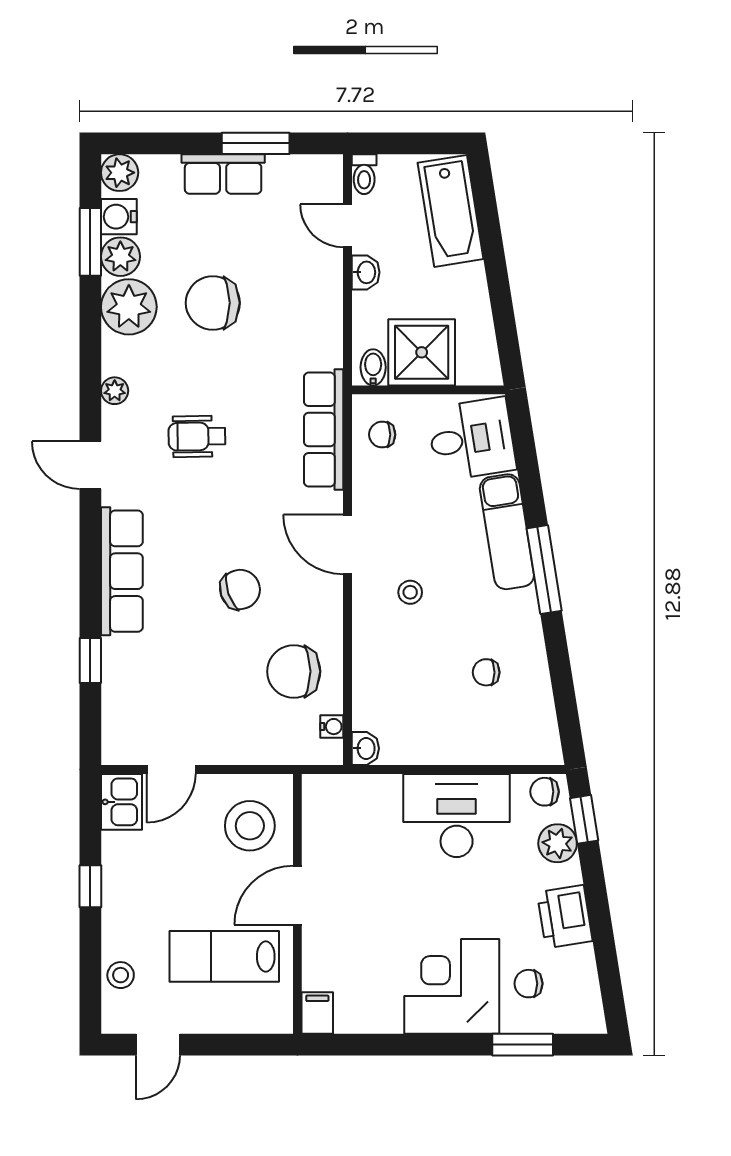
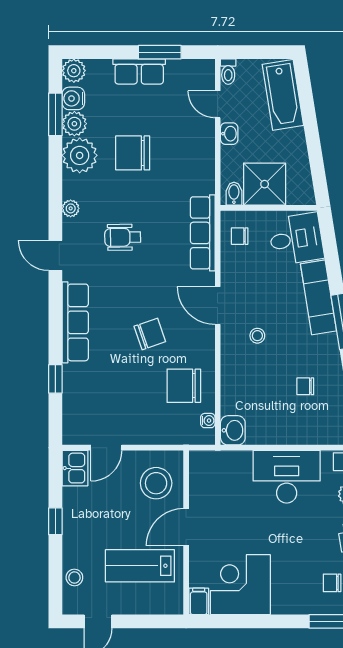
washbasin: (365, 748) -> (233, 430), width x1.38, depth x1.45
corner desk: (452, 986) -> (240, 585), moved

